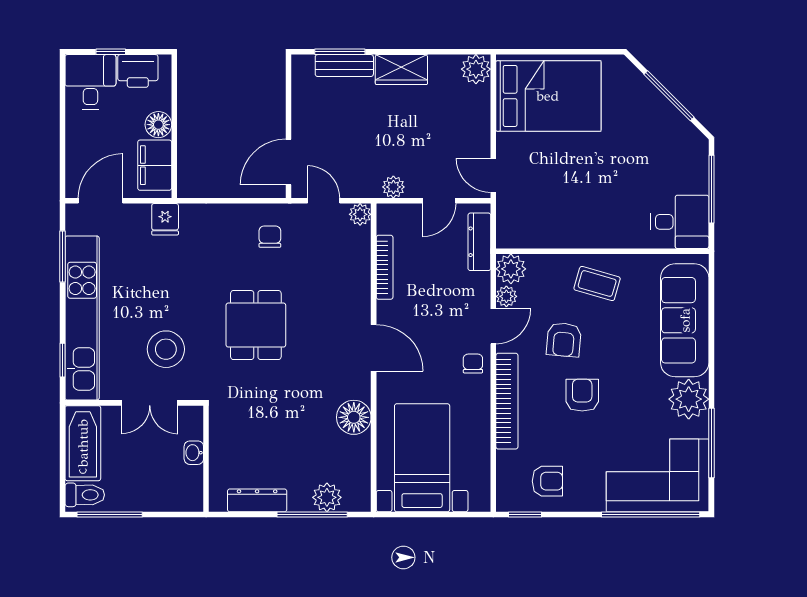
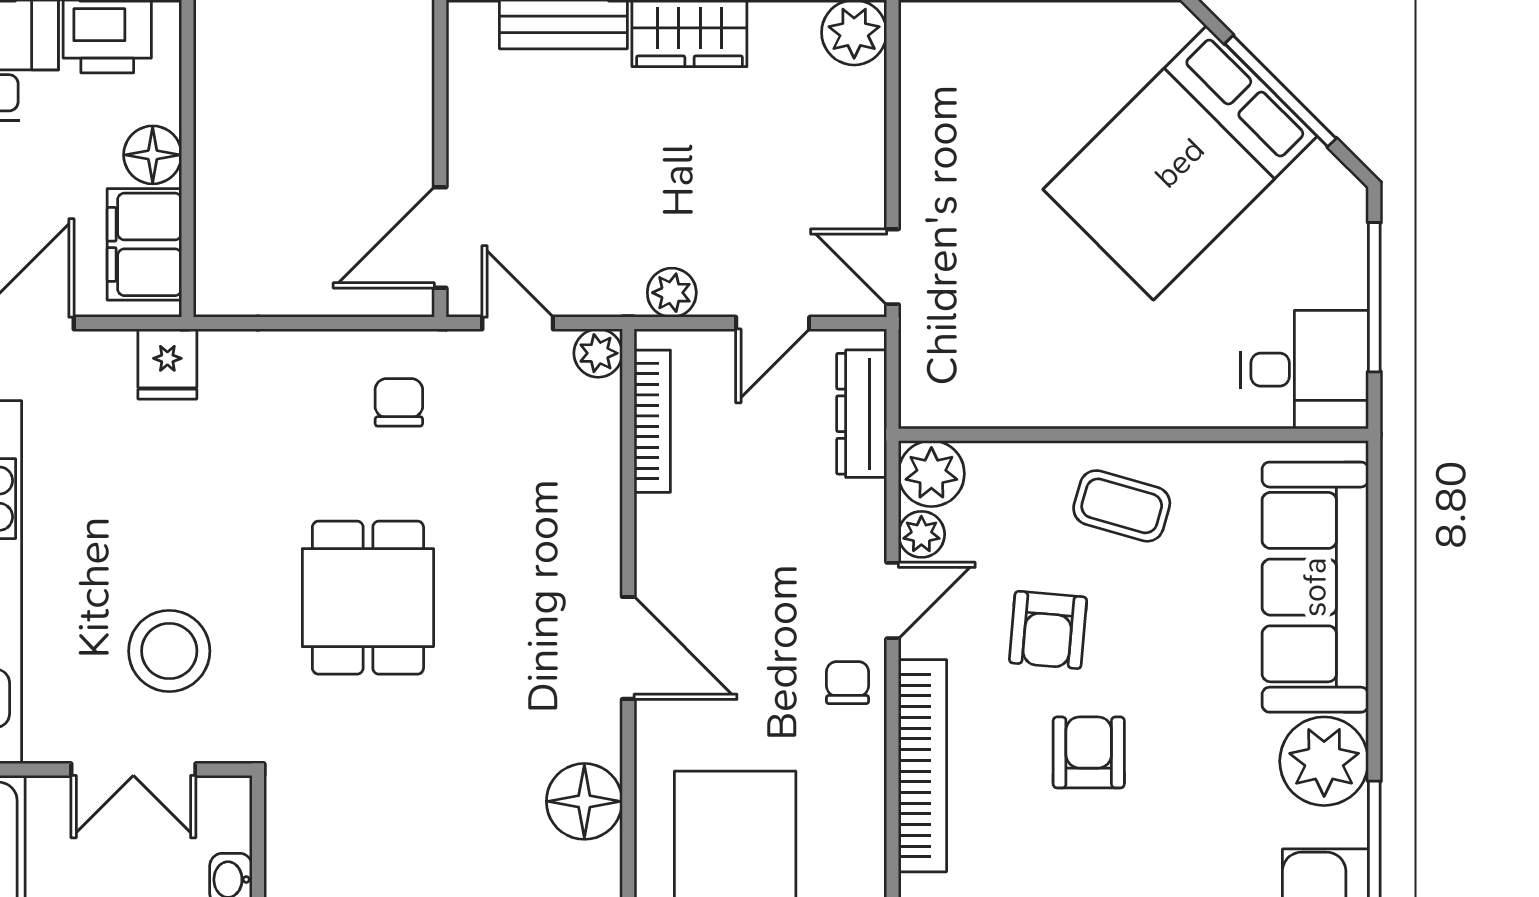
bed: (548, 96) -> (1180, 163), moved, turned 135
bookcase: (385, 267) -> (652, 421), moved

